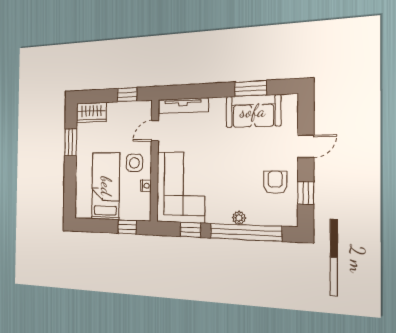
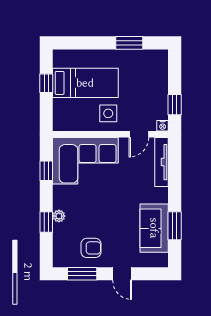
wardrobe: (91, 112) -> (159, 66), removed
door: (155, 131) -> (139, 134), swing flipped
nightstand: (146, 186) -> (163, 126), moved
window: (306, 193) -> (82, 274), width x1.50
window: (127, 227) -> (46, 83), moved
window: (246, 232) -> (46, 222), width x0.32

